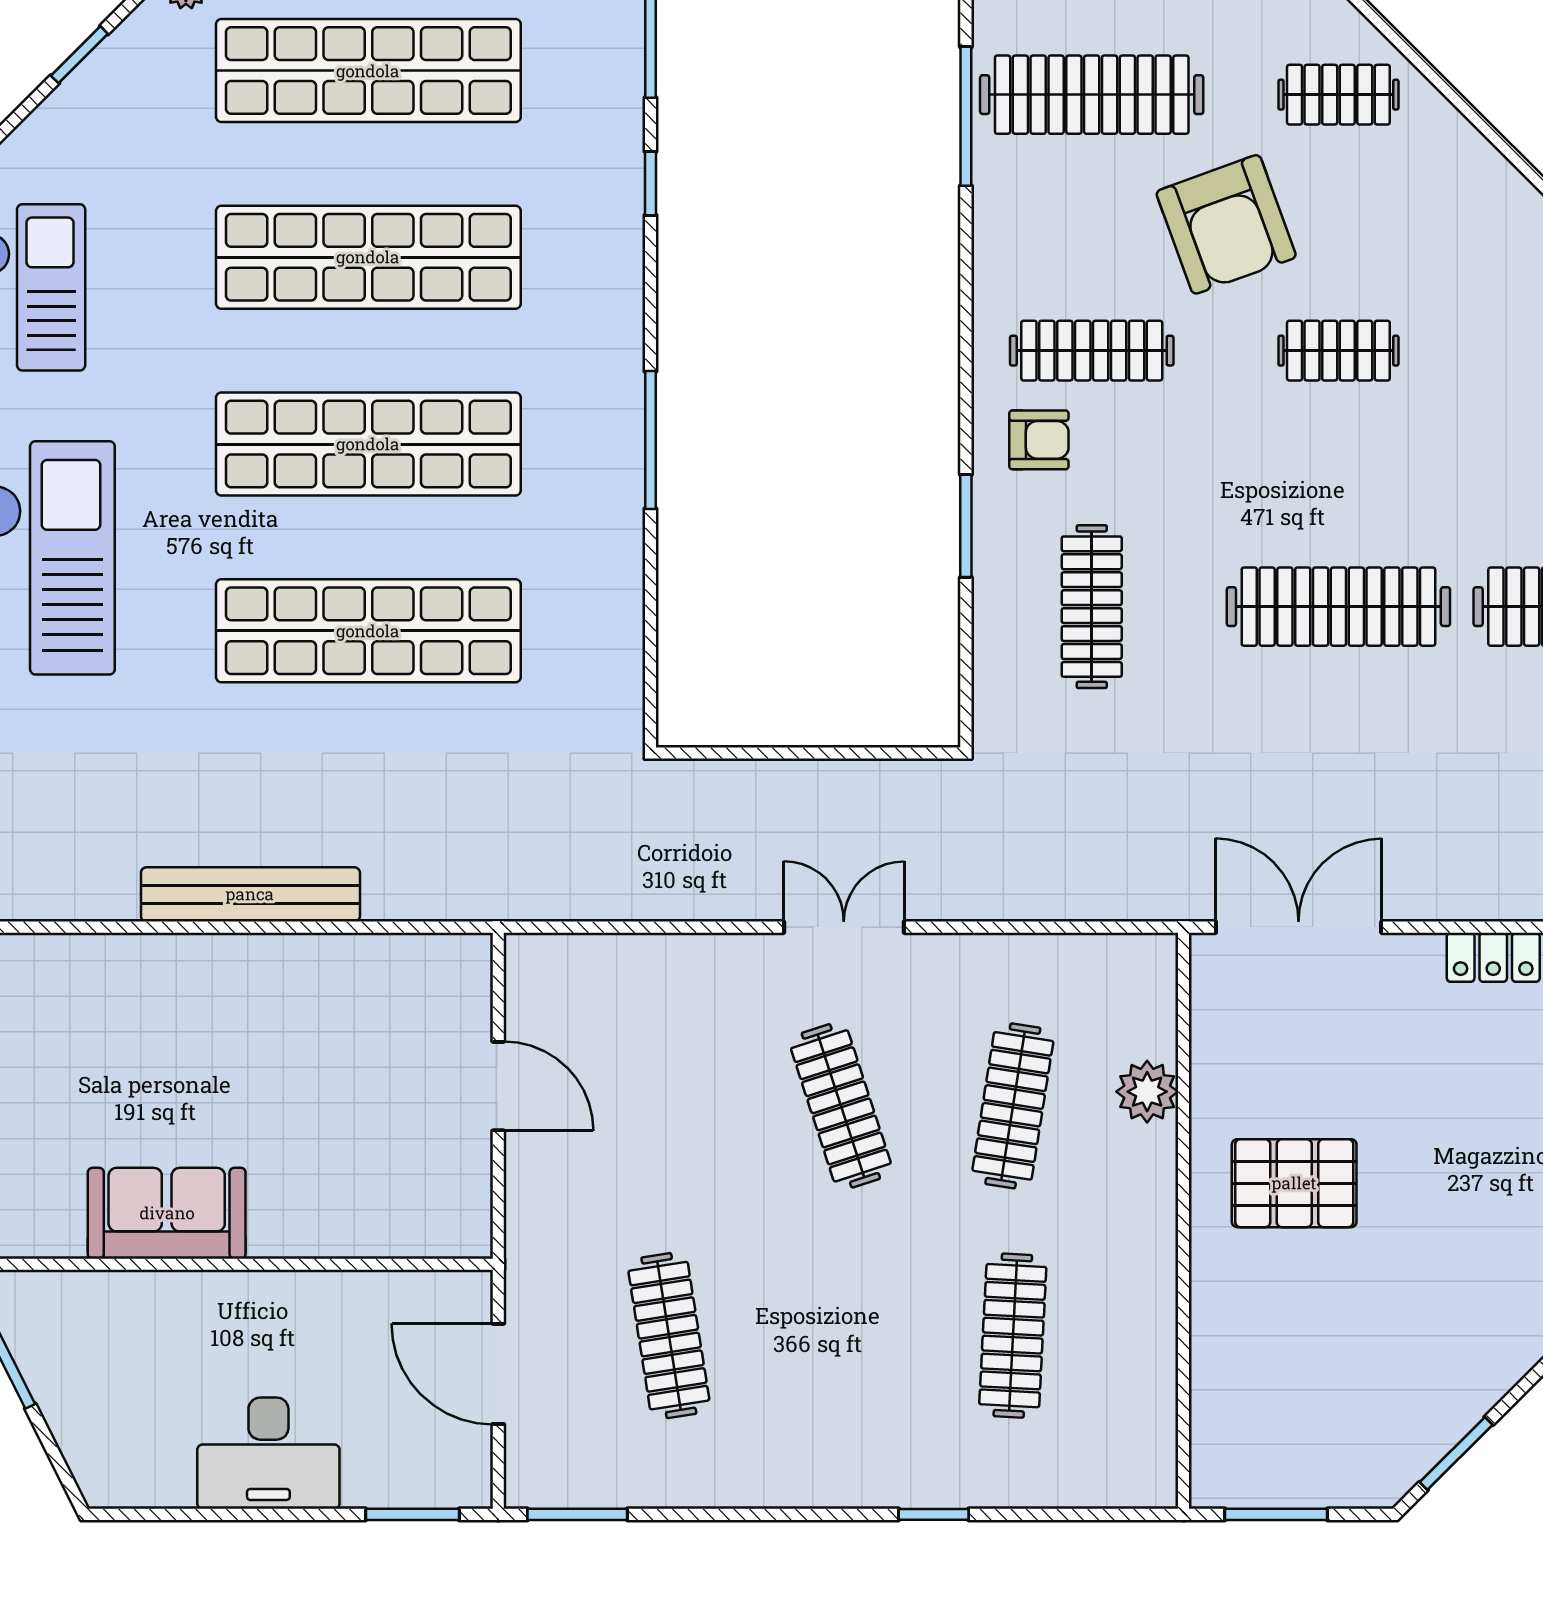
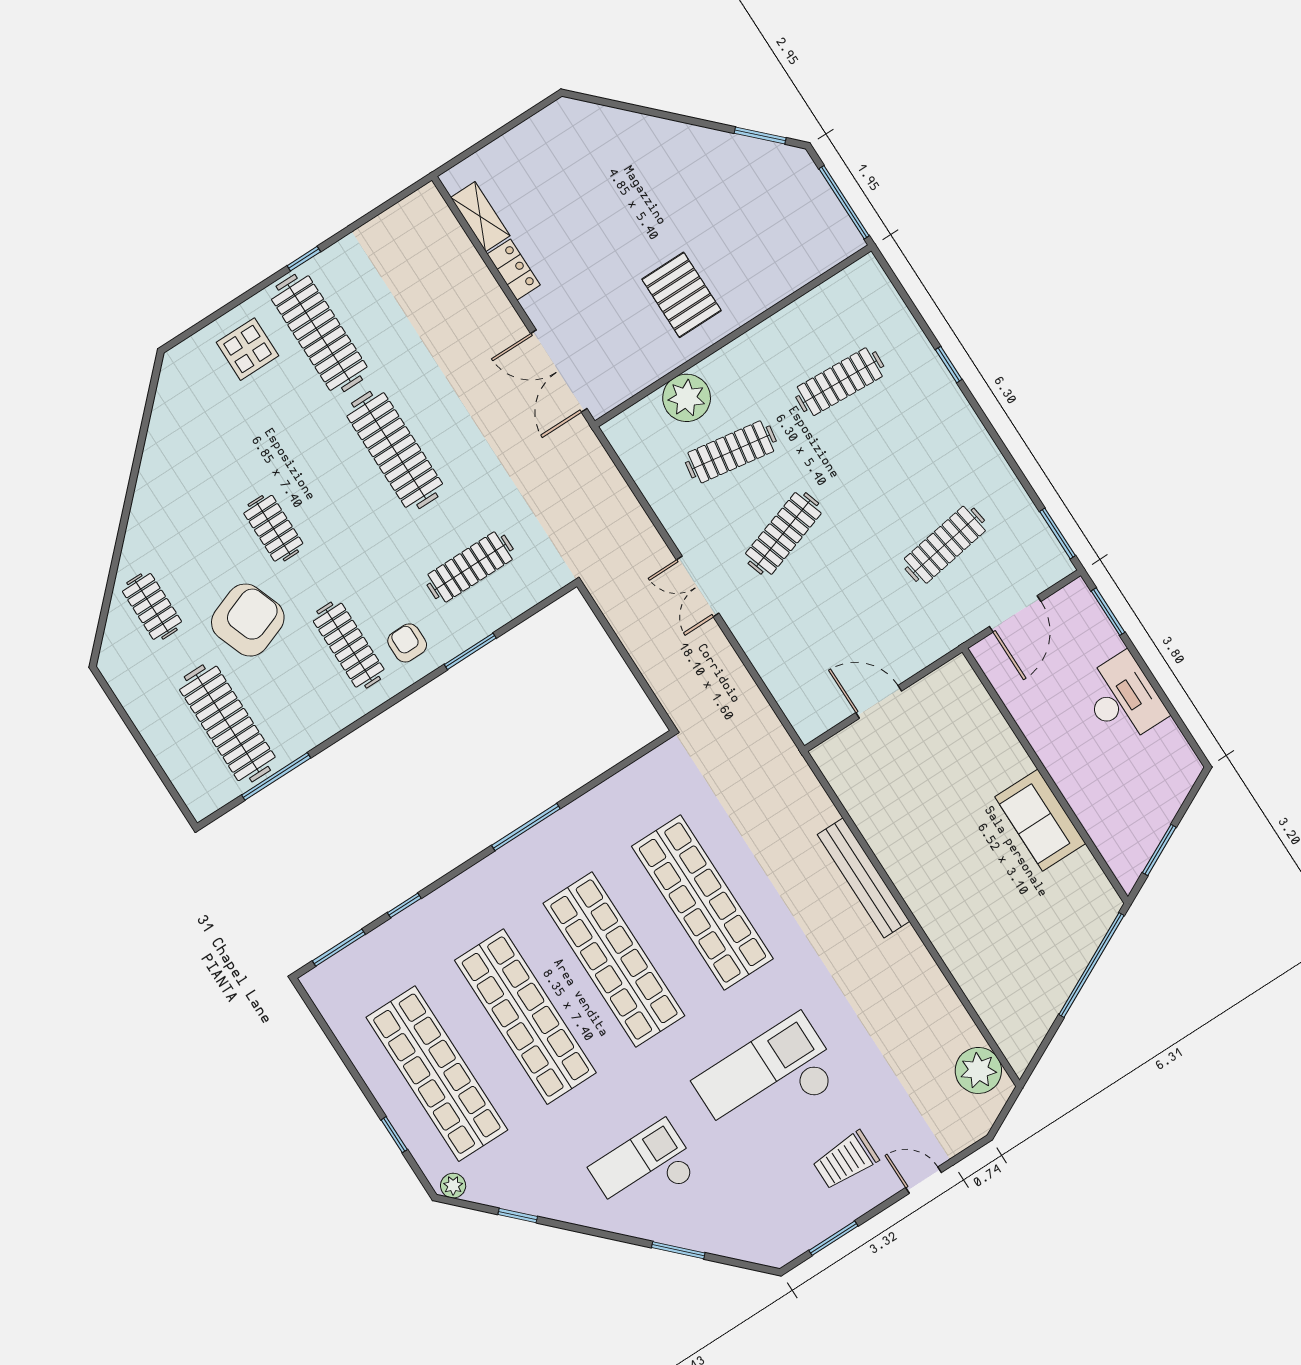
door: (498, 1086) -> (879, 702), hinge flipped
plant: (1147, 1092) -> (687, 398), width x1.36, depth x1.36
window: (1276, 1514) -> (844, 202), width x1.44

